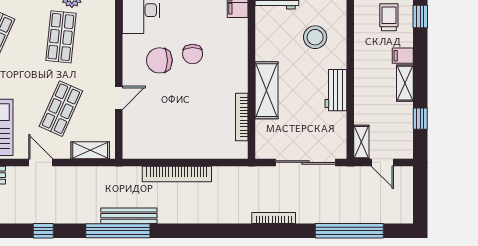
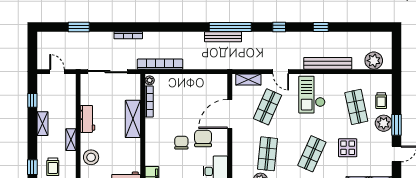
stool: (315, 37) -> (91, 157), moved
filing cabinet: (403, 56) -> (44, 142), removed
chair: (159, 60) -> (203, 138), turned -90
door: (119, 98) -> (230, 114), width x1.88
shelving: (361, 142) -> (71, 140), moved
plant: (241, 149) -> (150, 80), added
bookcase: (177, 174) -> (160, 64), moved
window: (349, 231) -> (79, 27), width x0.47

